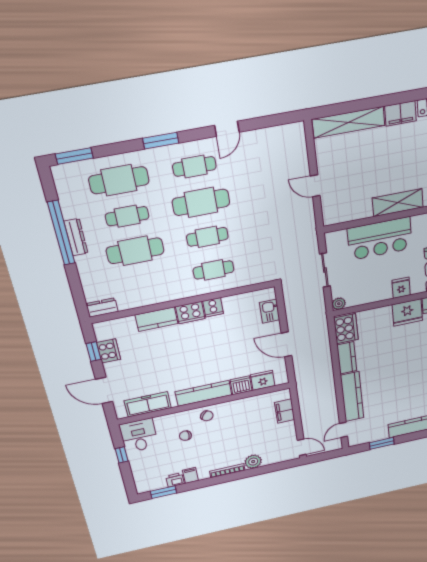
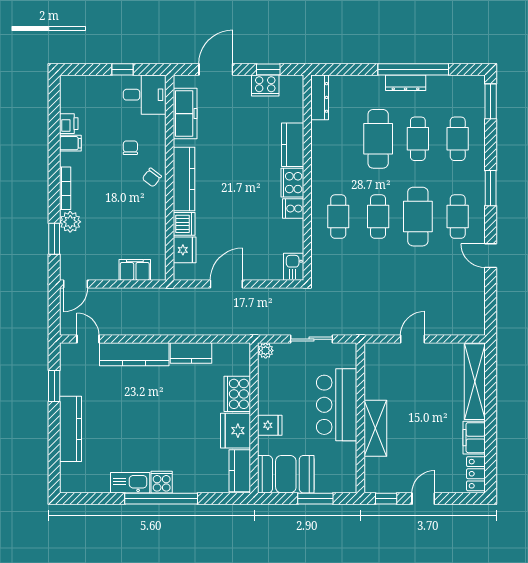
cafe table: (119, 180) -> (458, 139), width x0.73, depth x0.74
dresser: (102, 308) -> (320, 97), width x1.44
kitchen sink: (270, 311) -> (294, 267), moved, turned -90
cooker: (346, 329) -> (237, 394), moved, turned 90
window: (163, 492) -> (54, 239), moved

